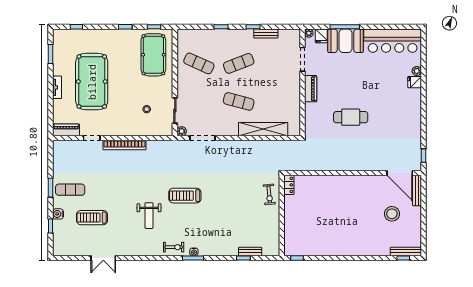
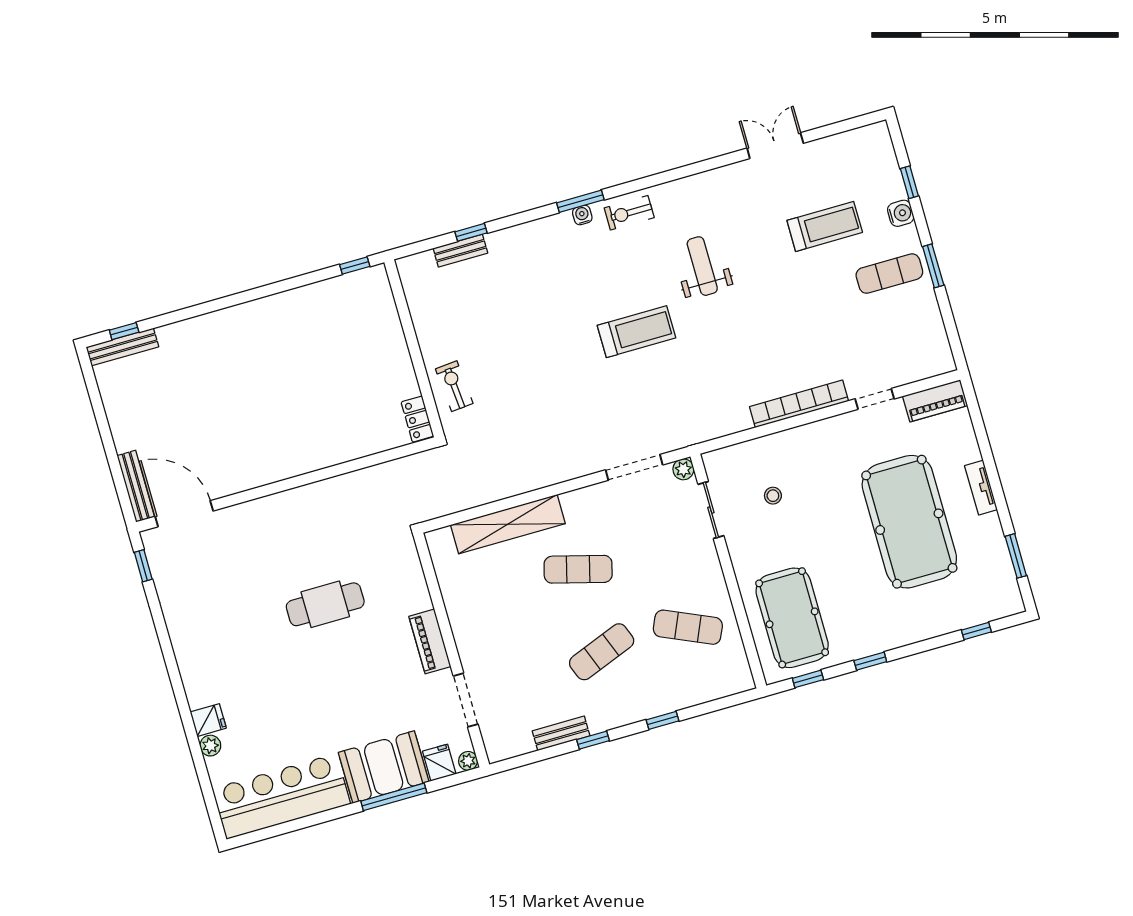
stool: (392, 214) -> (176, 420), removed

